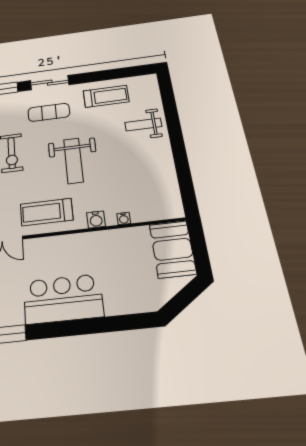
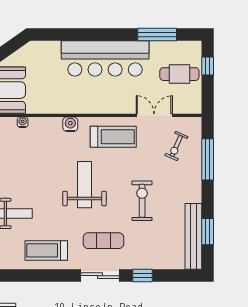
water cooler: (124, 219) -> (23, 122), moved
bar counter: (63, 299) -> (105, 58), width x1.36

